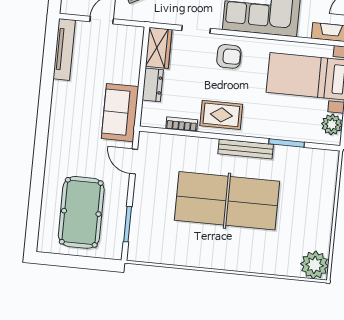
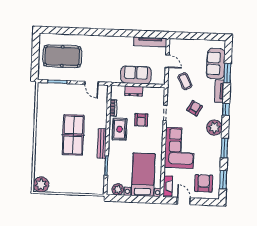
wardrobe: (159, 48) -> (154, 93), removed
armchair: (229, 56) -> (141, 120), moved
sofa: (120, 113) -> (136, 75), moved
door: (134, 161) -> (92, 83), swing flipped
table tennis table: (227, 201) -> (73, 135), width x0.73, depth x0.76

